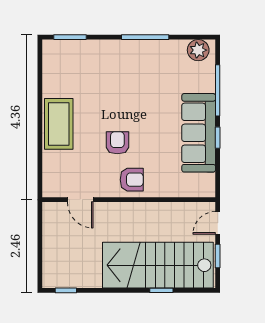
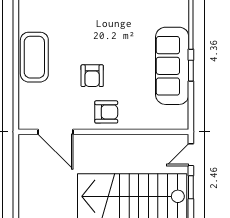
armchair: (117, 143) -> (92, 76), turned 180
door: (80, 200) -> (55, 132), width x1.38

